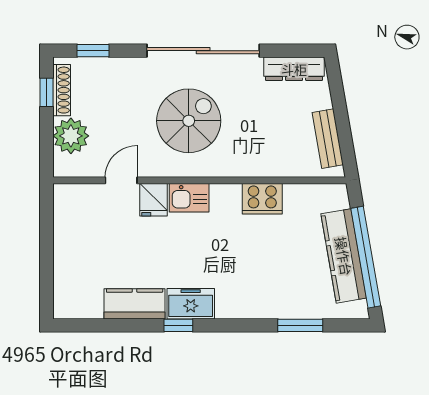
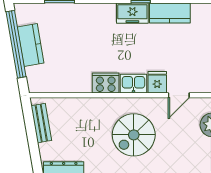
cooker: (262, 199) -> (106, 83), moved
kitchen counter: (344, 256) -> (31, 45), width x0.67

